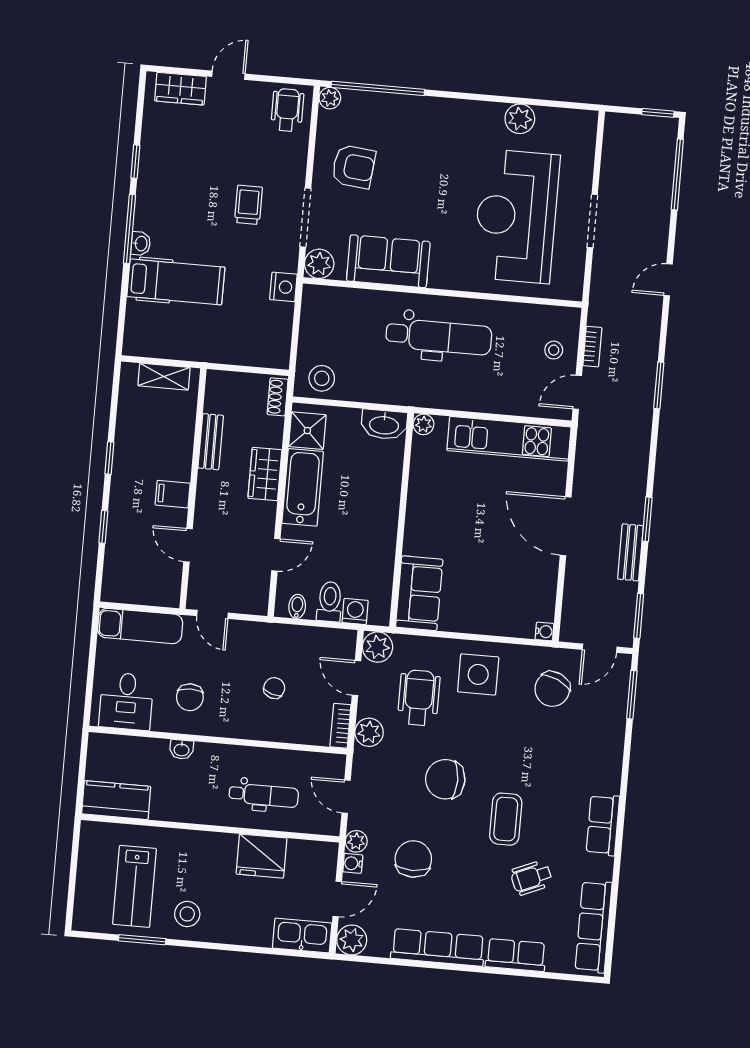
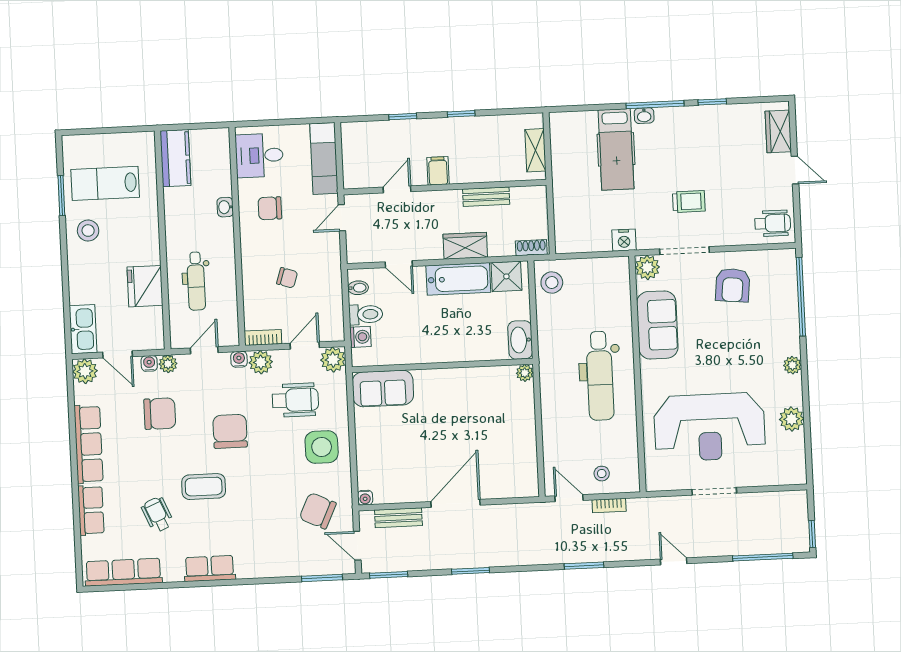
plant: (330, 98) -> (792, 365), moved
reception desk: (516, 216) -> (710, 427), turned 180
kitchen unit: (509, 439) -> (522, 446), removed
bench: (630, 552) -> (398, 518), moved
water cooler: (362, 757) -> (239, 359), added

